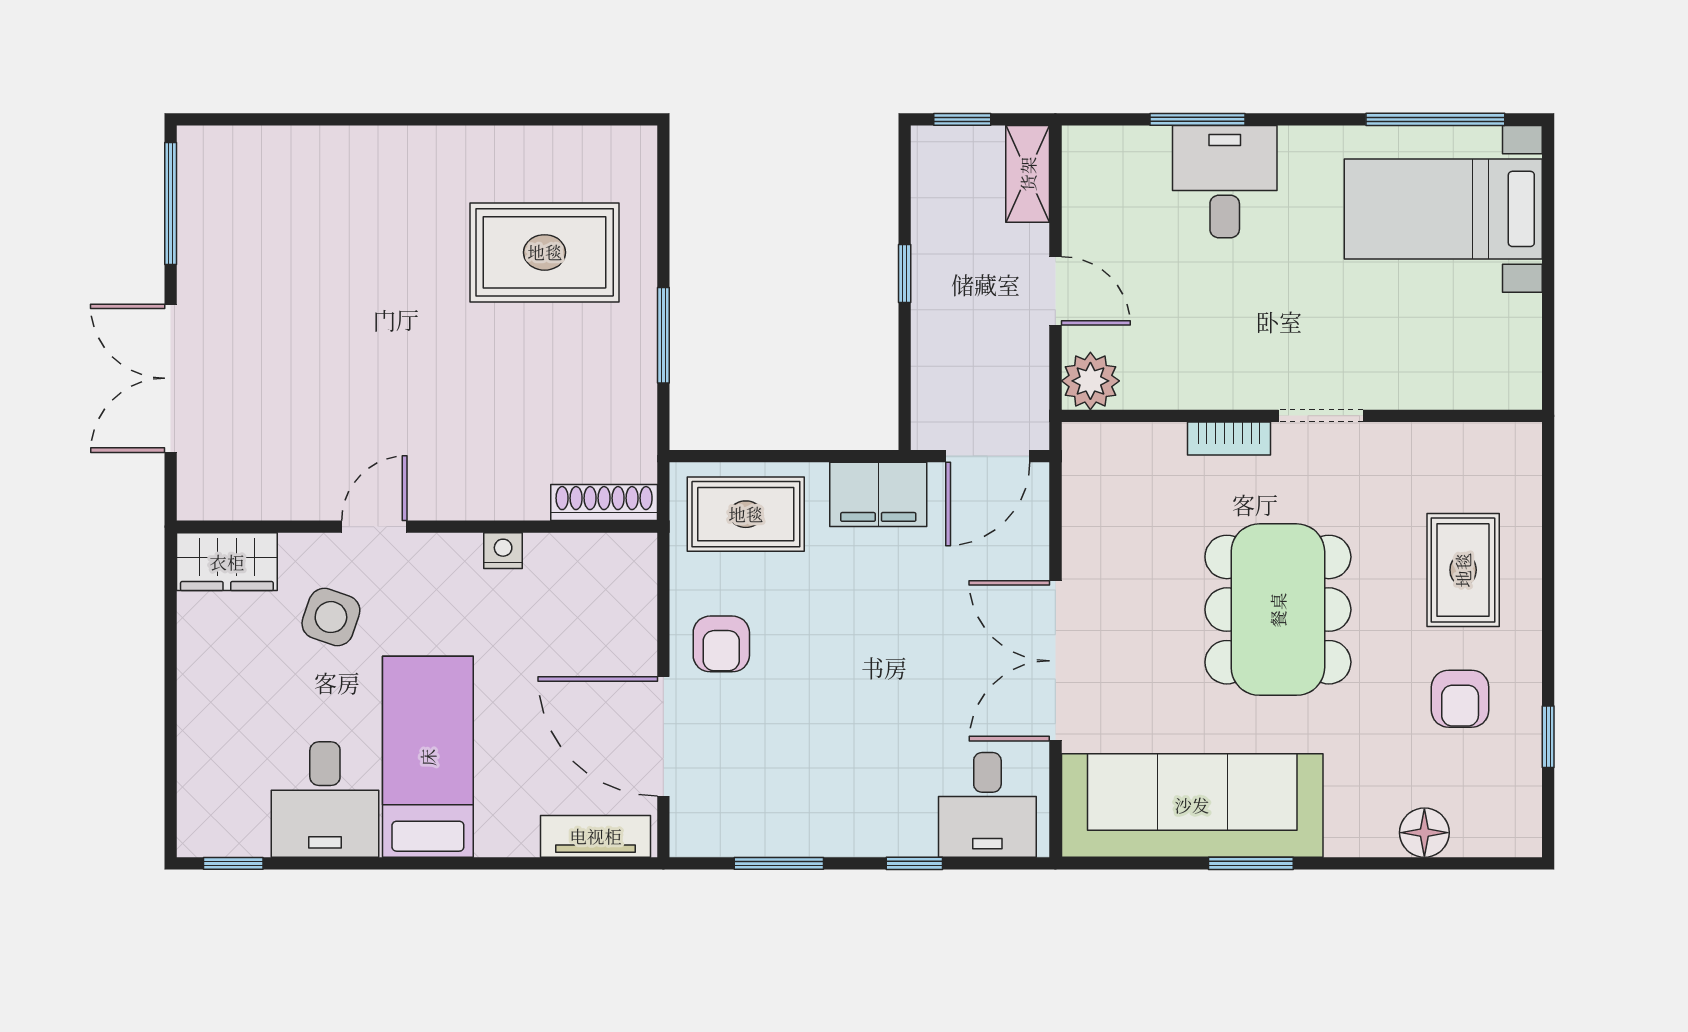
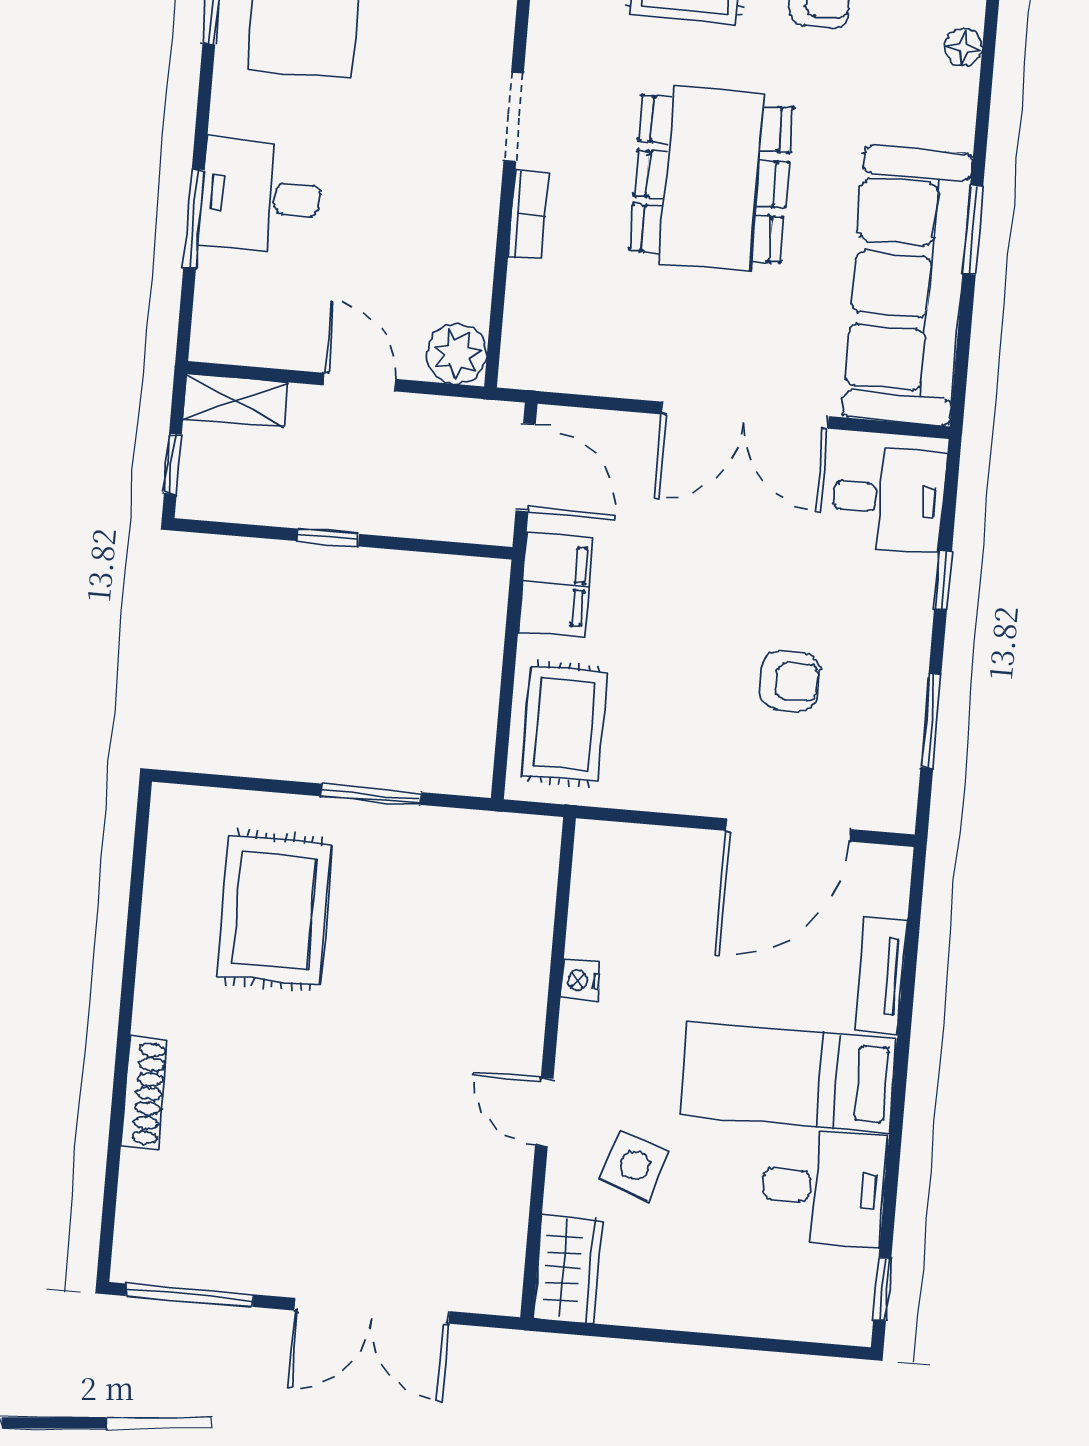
door: (1055, 291) -> (360, 382), hinge flipped
shoe rack: (604, 502) -> (144, 1093), moved, turned 180
dining table: (1278, 610) -> (711, 179), turned 90
armchair: (721, 644) -> (790, 681), moved
floor lamp: (1424, 833) -> (963, 47), width x0.73, depth x0.73
tv unit: (596, 836) -> (881, 976), moved

